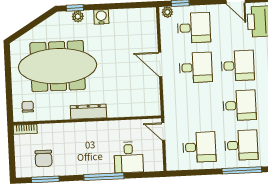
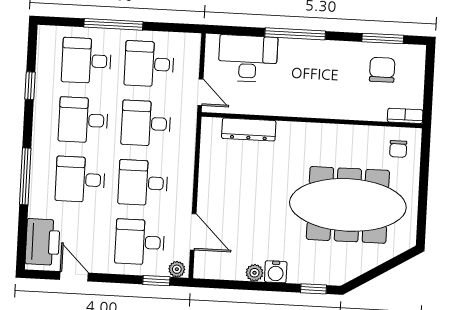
plant: (78, 16) -> (255, 273), moved
door: (160, 64) -> (193, 232), moved
desk: (197, 107) -> (146, 123), added
dresser: (88, 112) -> (249, 129), moved
desk: (129, 157) -> (248, 59), width x1.37
window: (242, 170) -> (113, 24), moved

